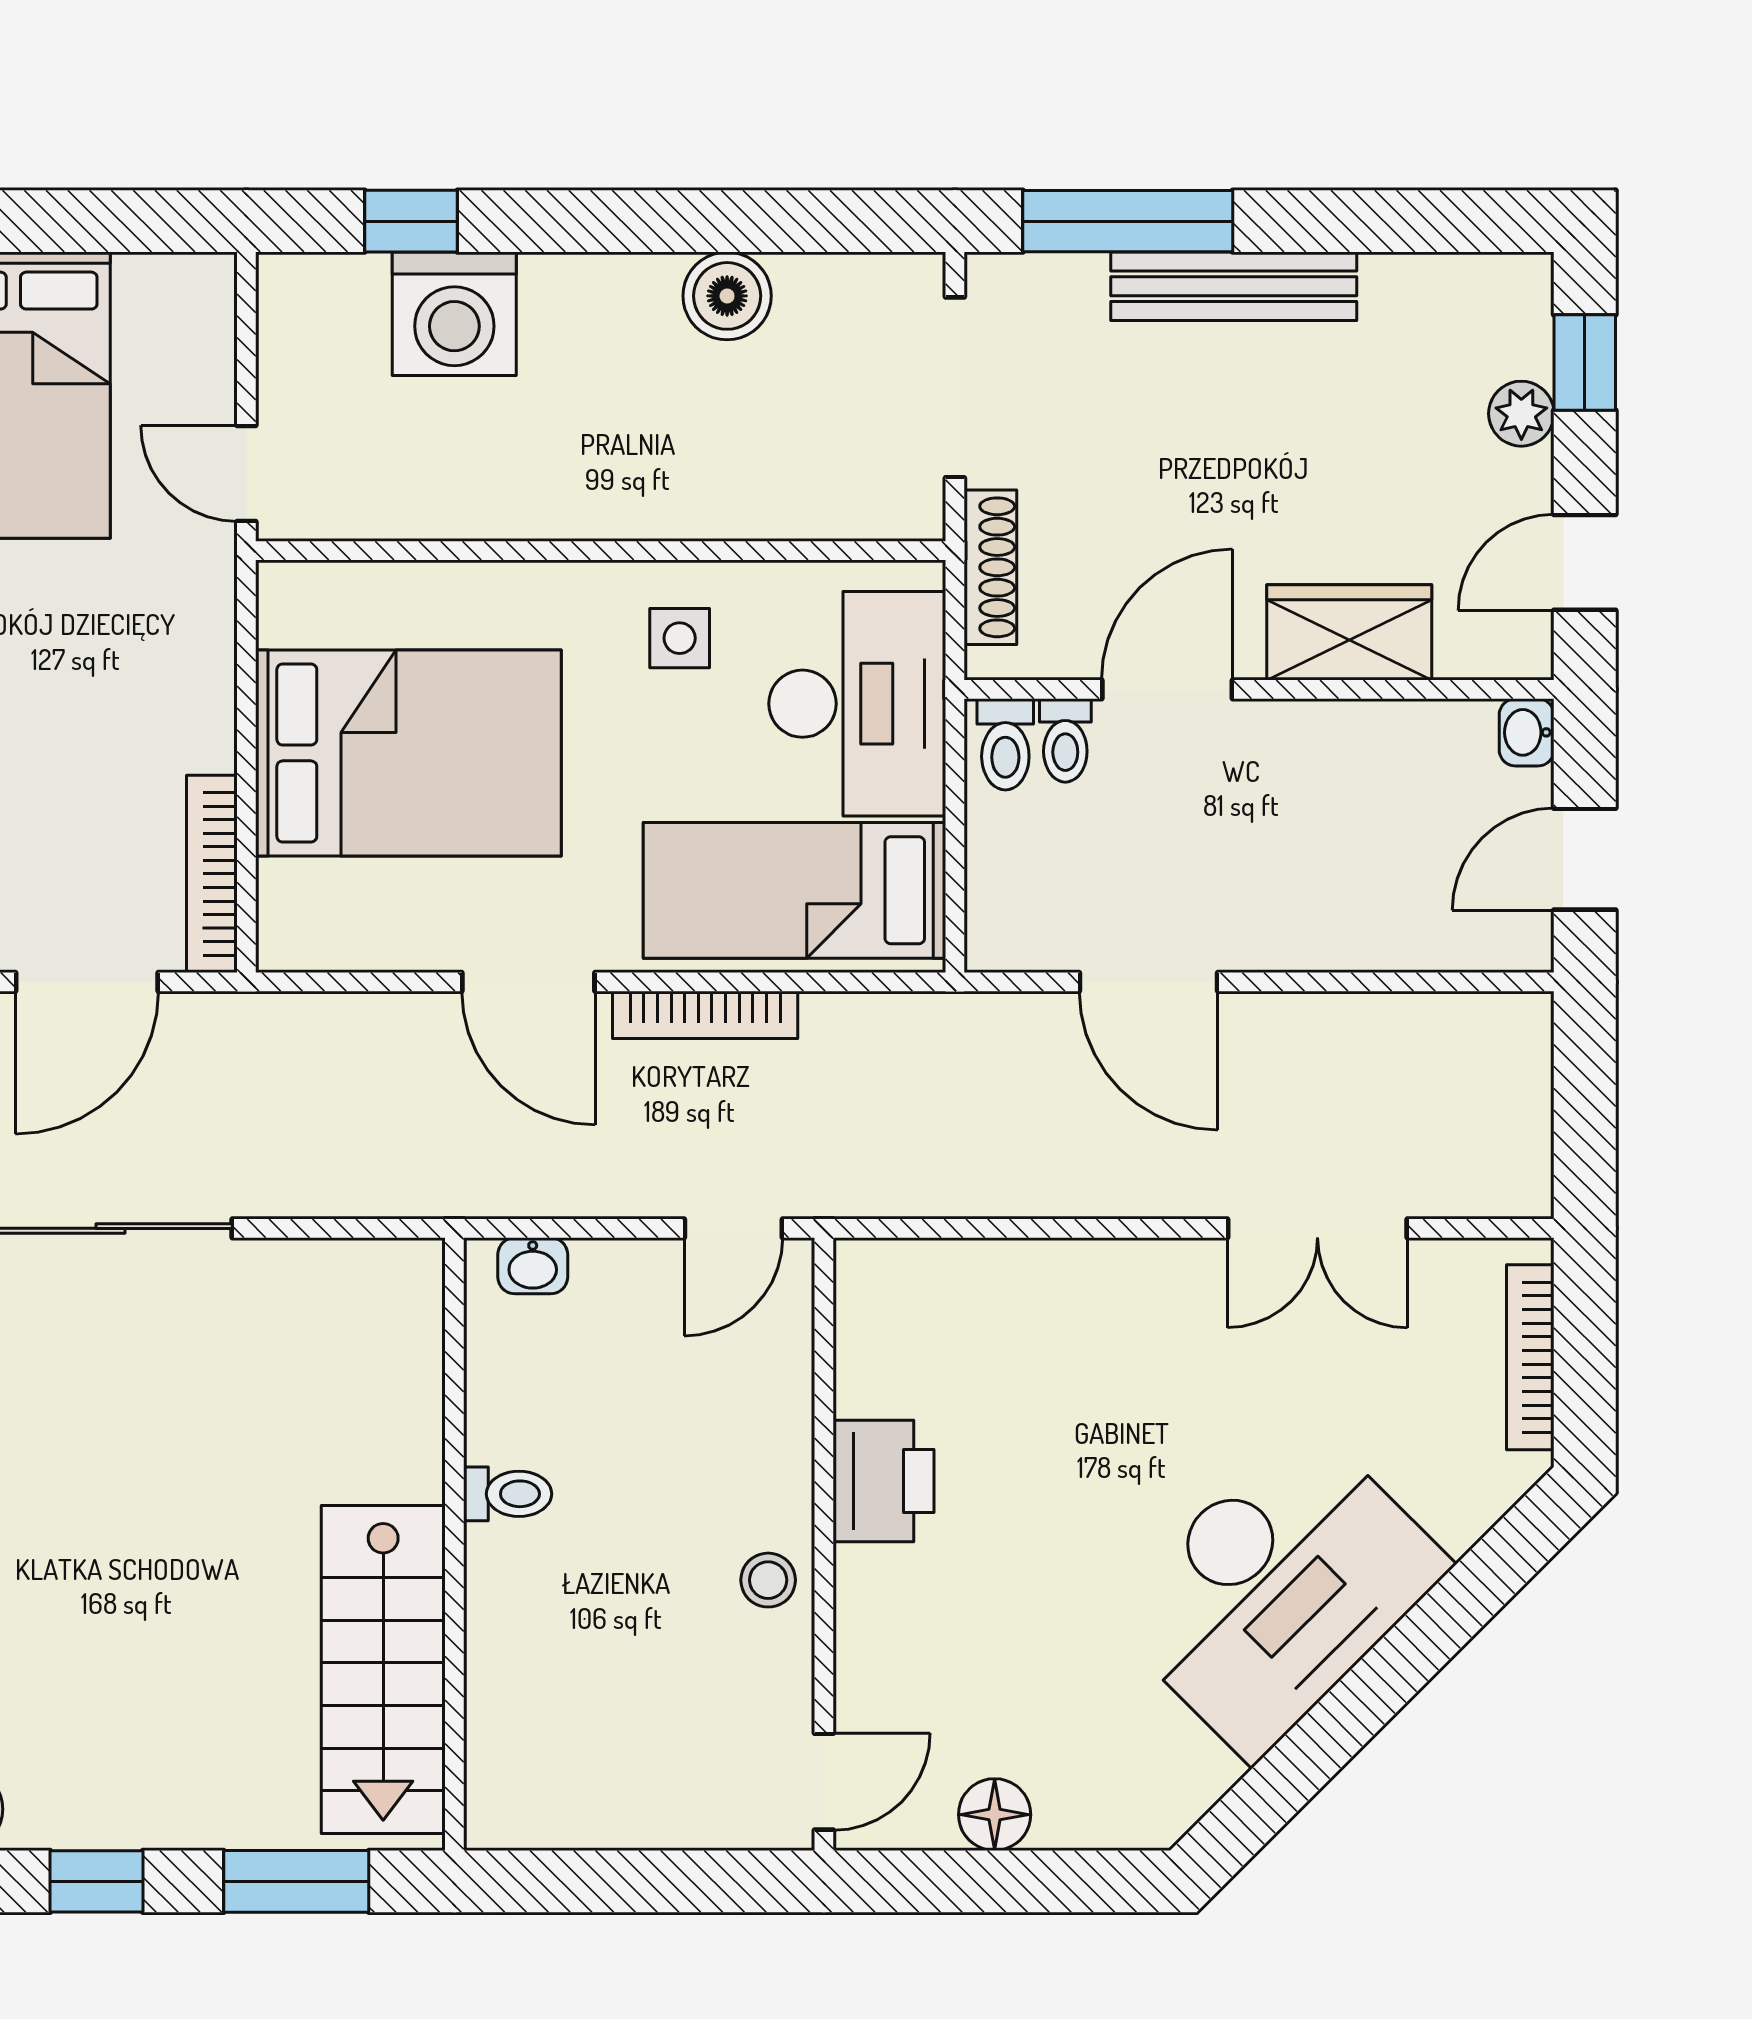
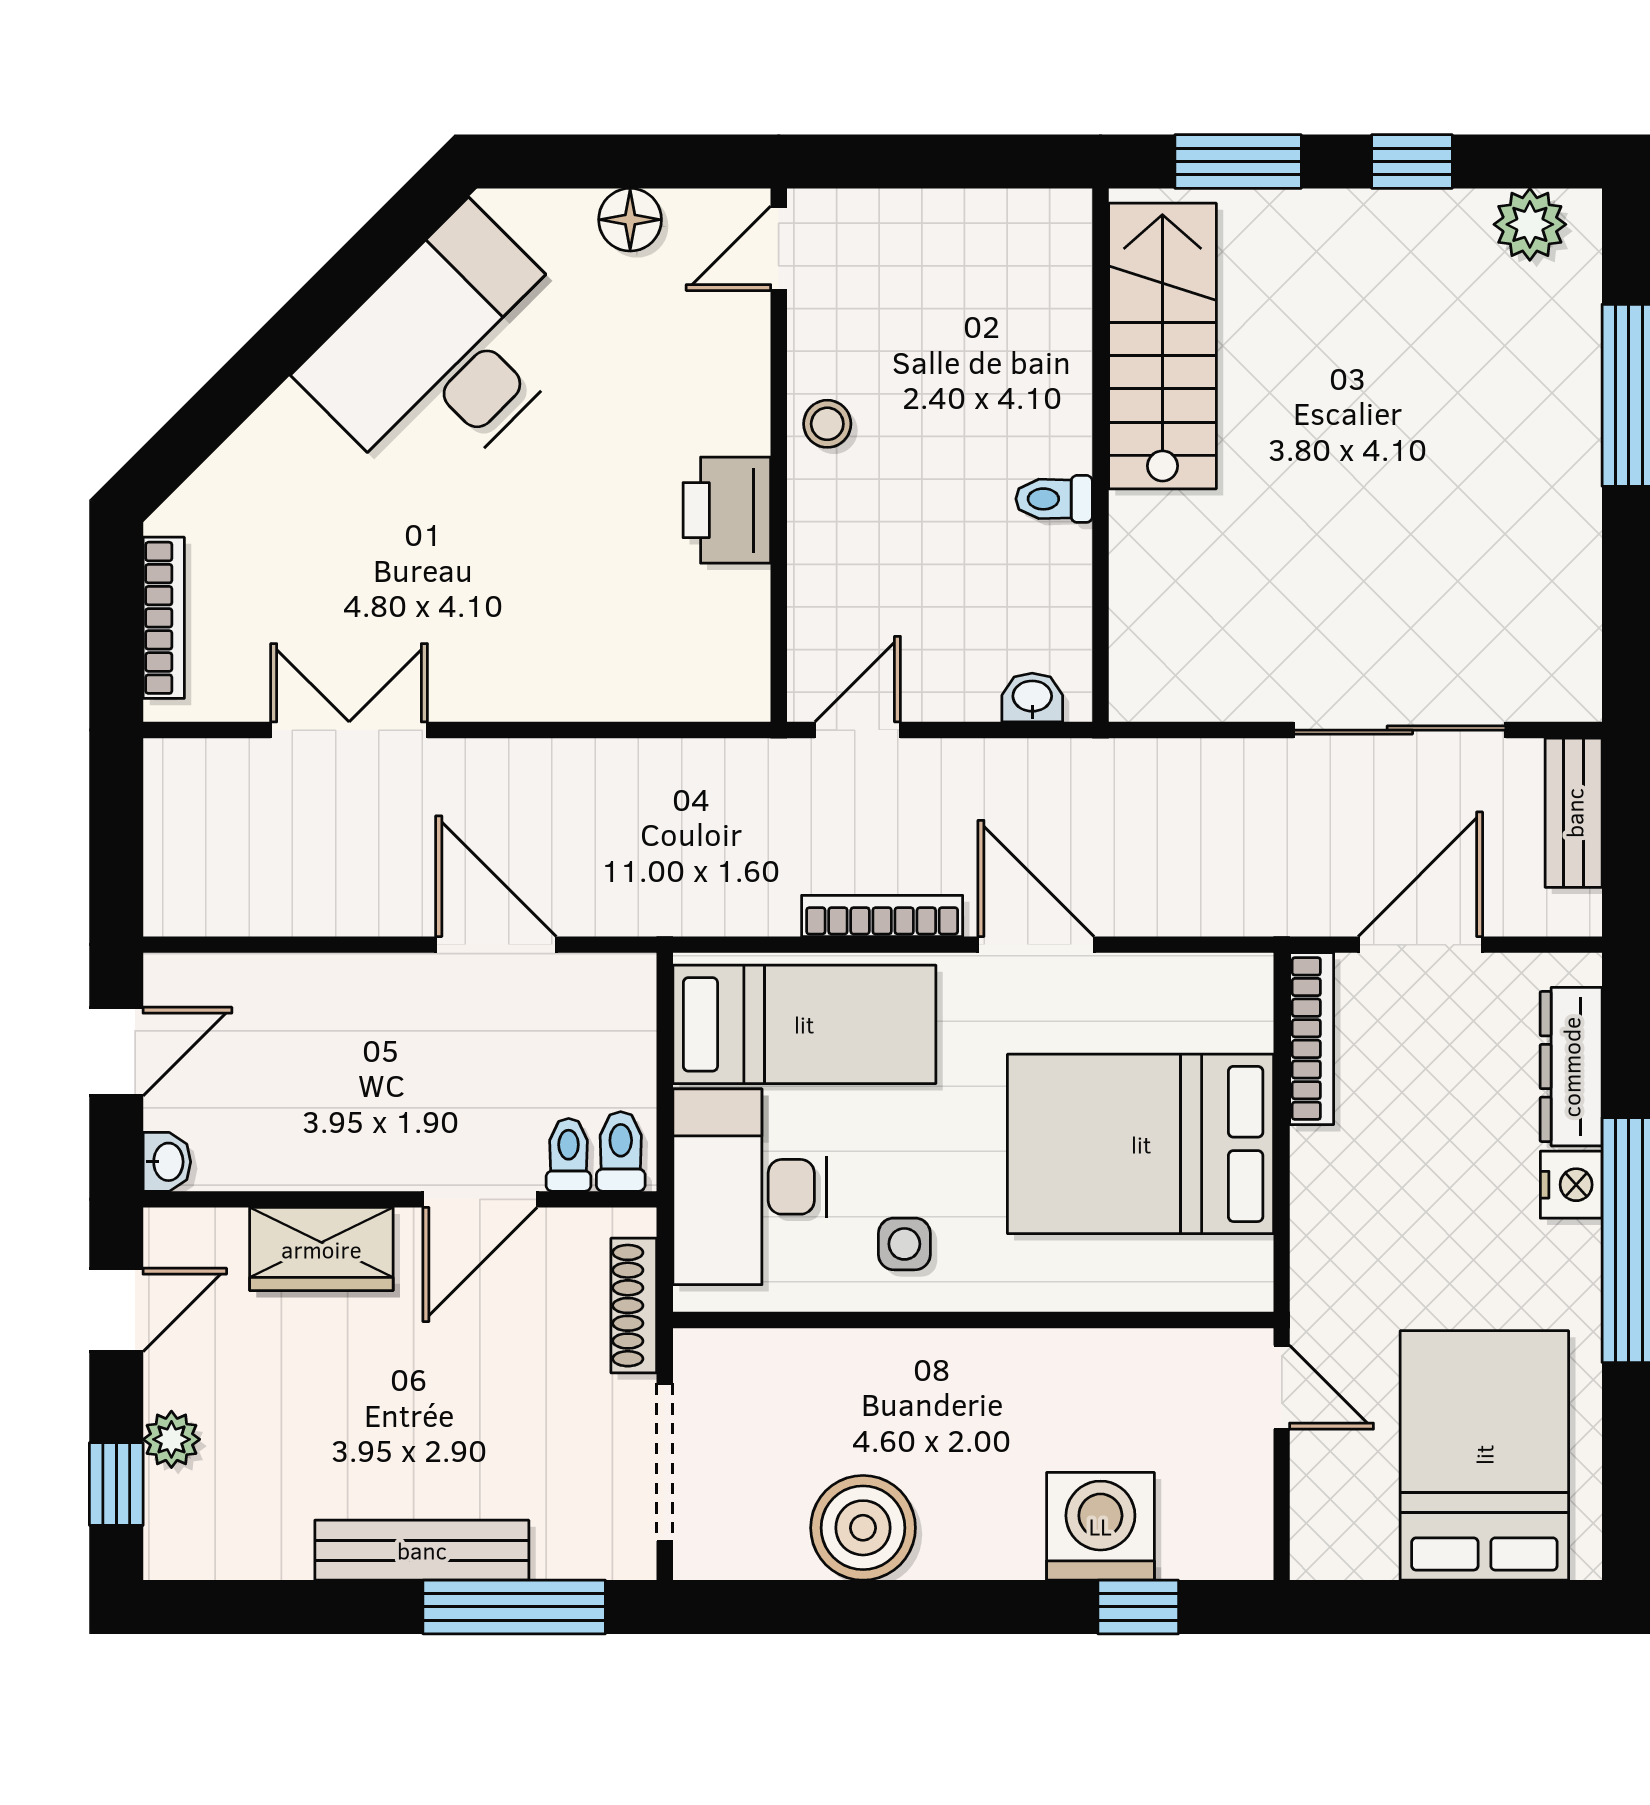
boiler: (727, 296) -> (863, 1528), width x1.37, depth x1.37
desk: (1278, 1590) -> (446, 353), moved

